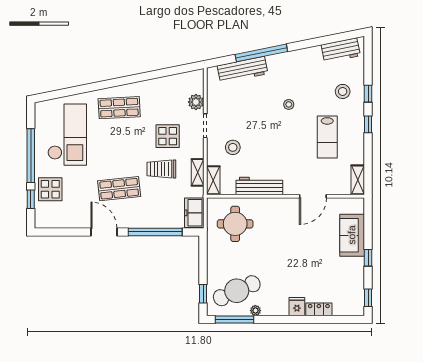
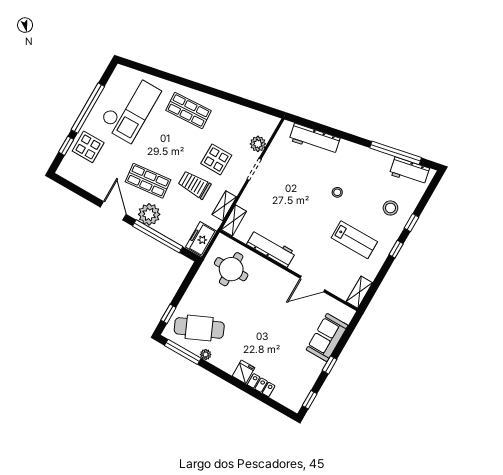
window: (261, 53) -> (396, 153), moved
lab bench: (327, 137) -> (354, 240), turned -90
stool: (233, 147) -> (267, 202), removed
plant: (137, 217) -> (149, 214), added

